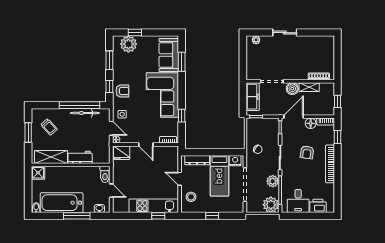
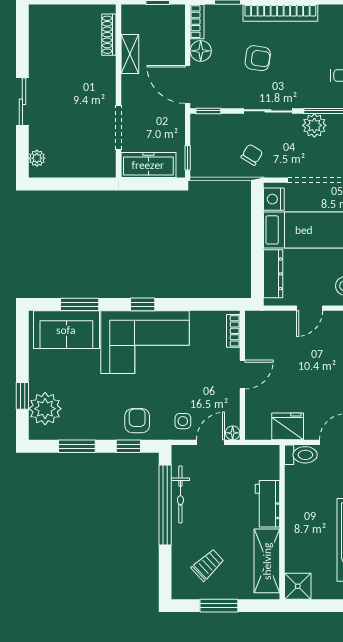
boiler: (292, 89) -> (133, 87), removed
window: (182, 116) -> (143, 304), moved
fridge: (122, 153) -> (288, 426), moved, turned -90

